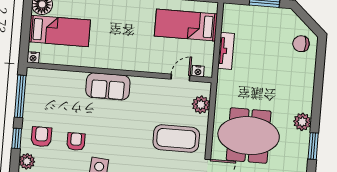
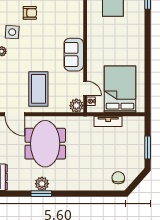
bed: (186, 25) -> (120, 89), width x1.50
sofa: (108, 86) -> (74, 55), moved
plant: (201, 105) -> (76, 106), moved
plant: (302, 122) -> (42, 184), moved

